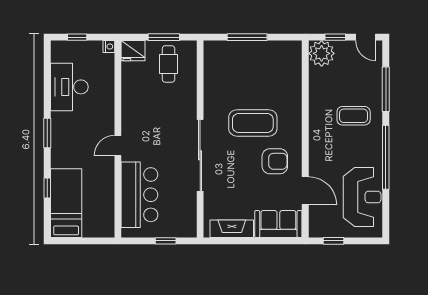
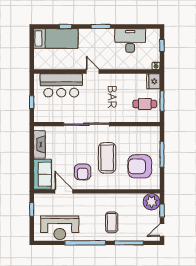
armchair: (266, 72) -> (140, 166), added
door: (305, 191) -> (64, 191), swing flipped

